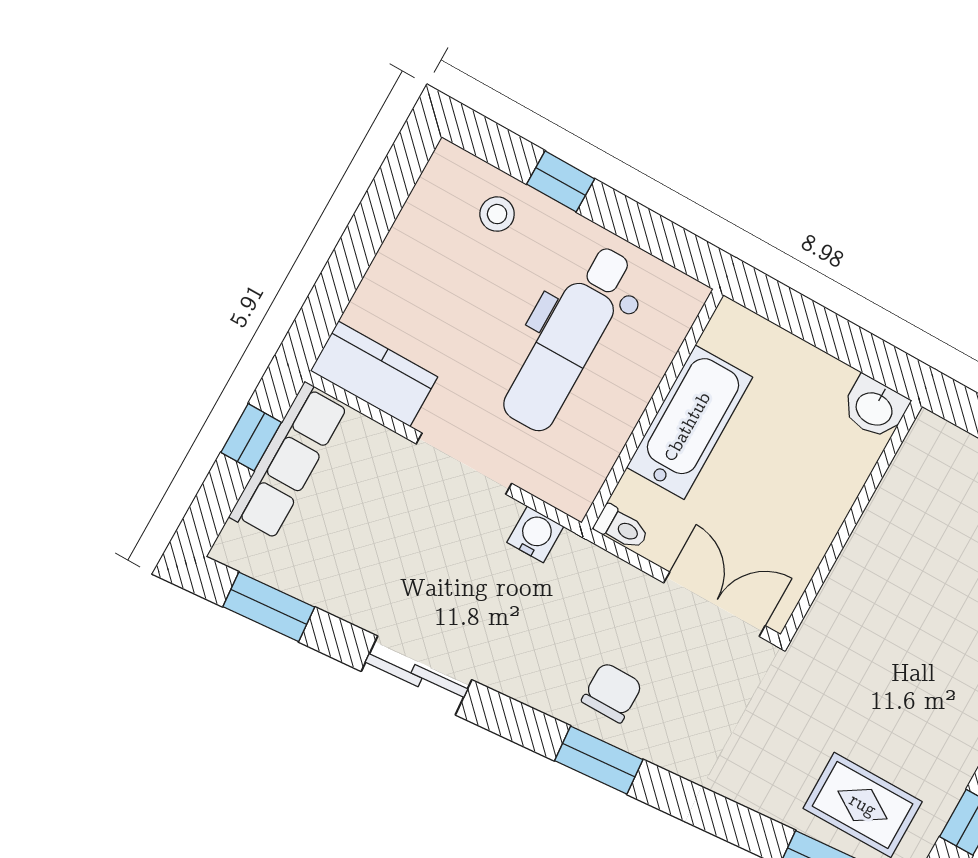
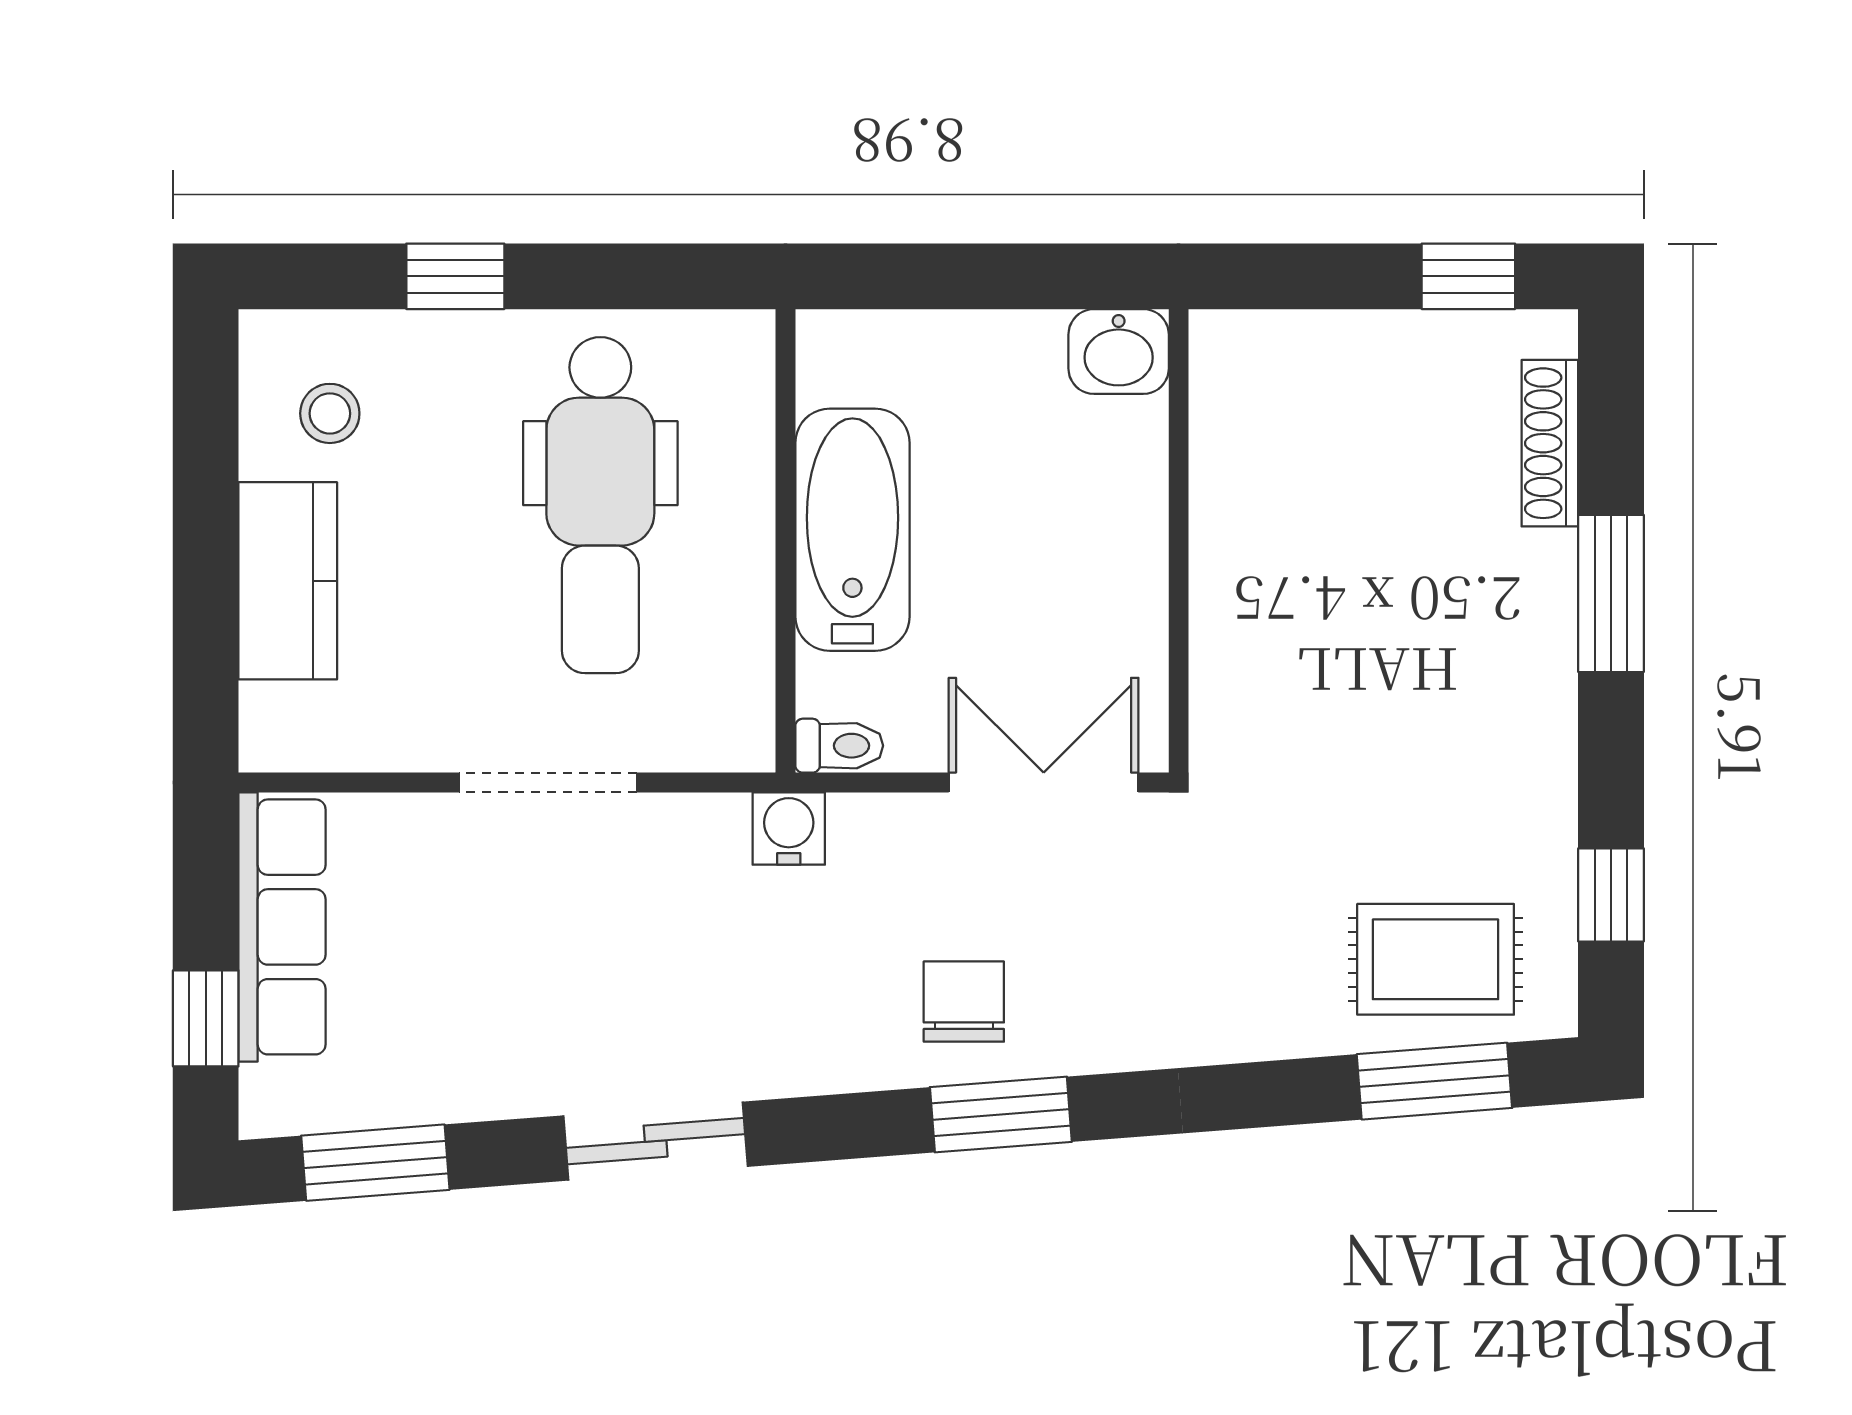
stool: (497, 214) -> (330, 413), moved
kitchen counter: (374, 374) -> (288, 581), moved, turned 90
window: (251, 437) -> (206, 1018), moved
water cooler: (535, 534) -> (789, 828), moved

